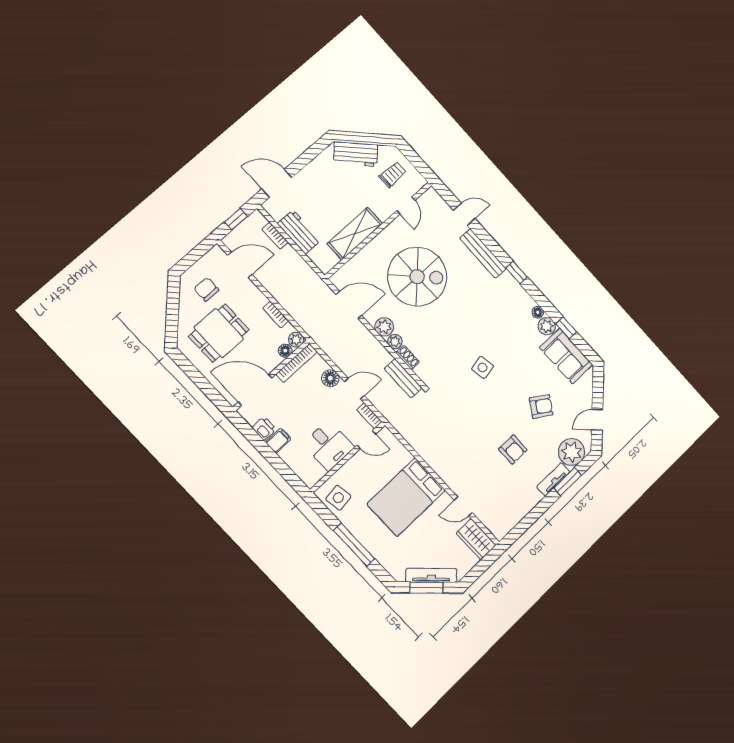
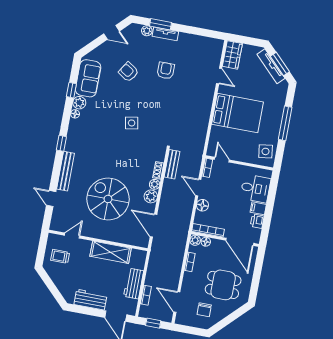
workbench: (356, 154) -> (90, 300), moved, turned -45
desk: (329, 445) -> (255, 188), moved, turned 90
plant: (572, 452) -> (147, 31), width x0.53, depth x0.53

